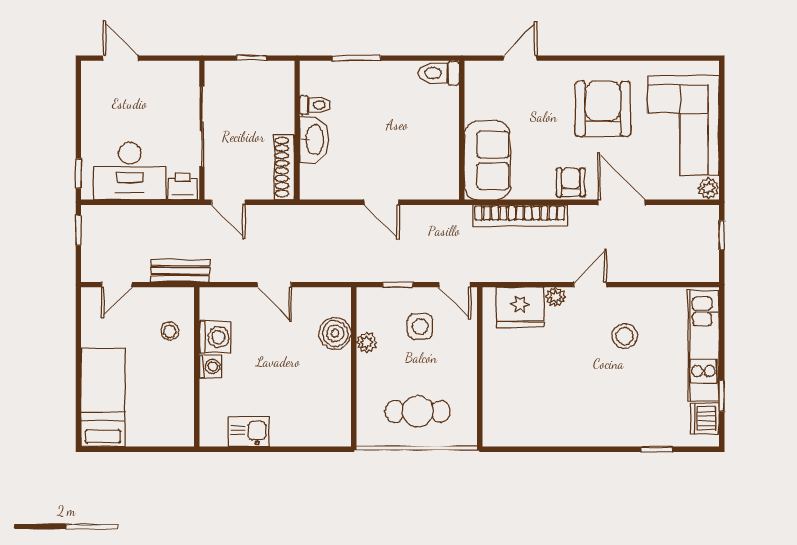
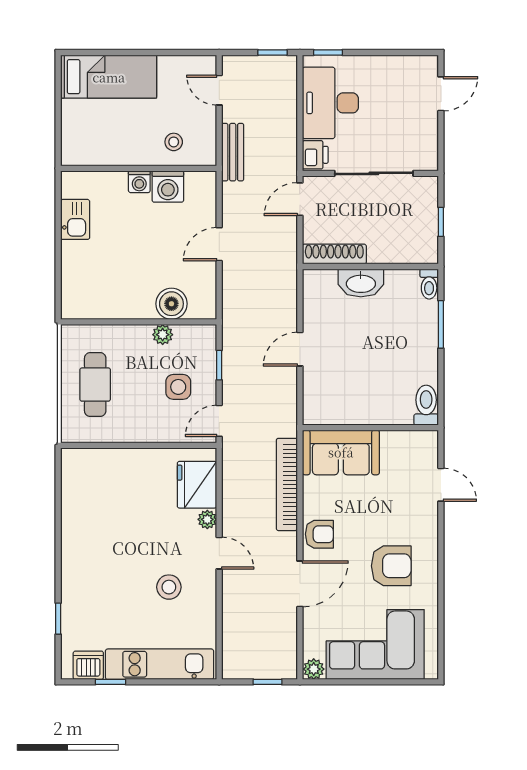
toilet: (315, 105) -> (429, 284), moved
armchair: (603, 109) -> (391, 566), width x0.73, depth x0.73

